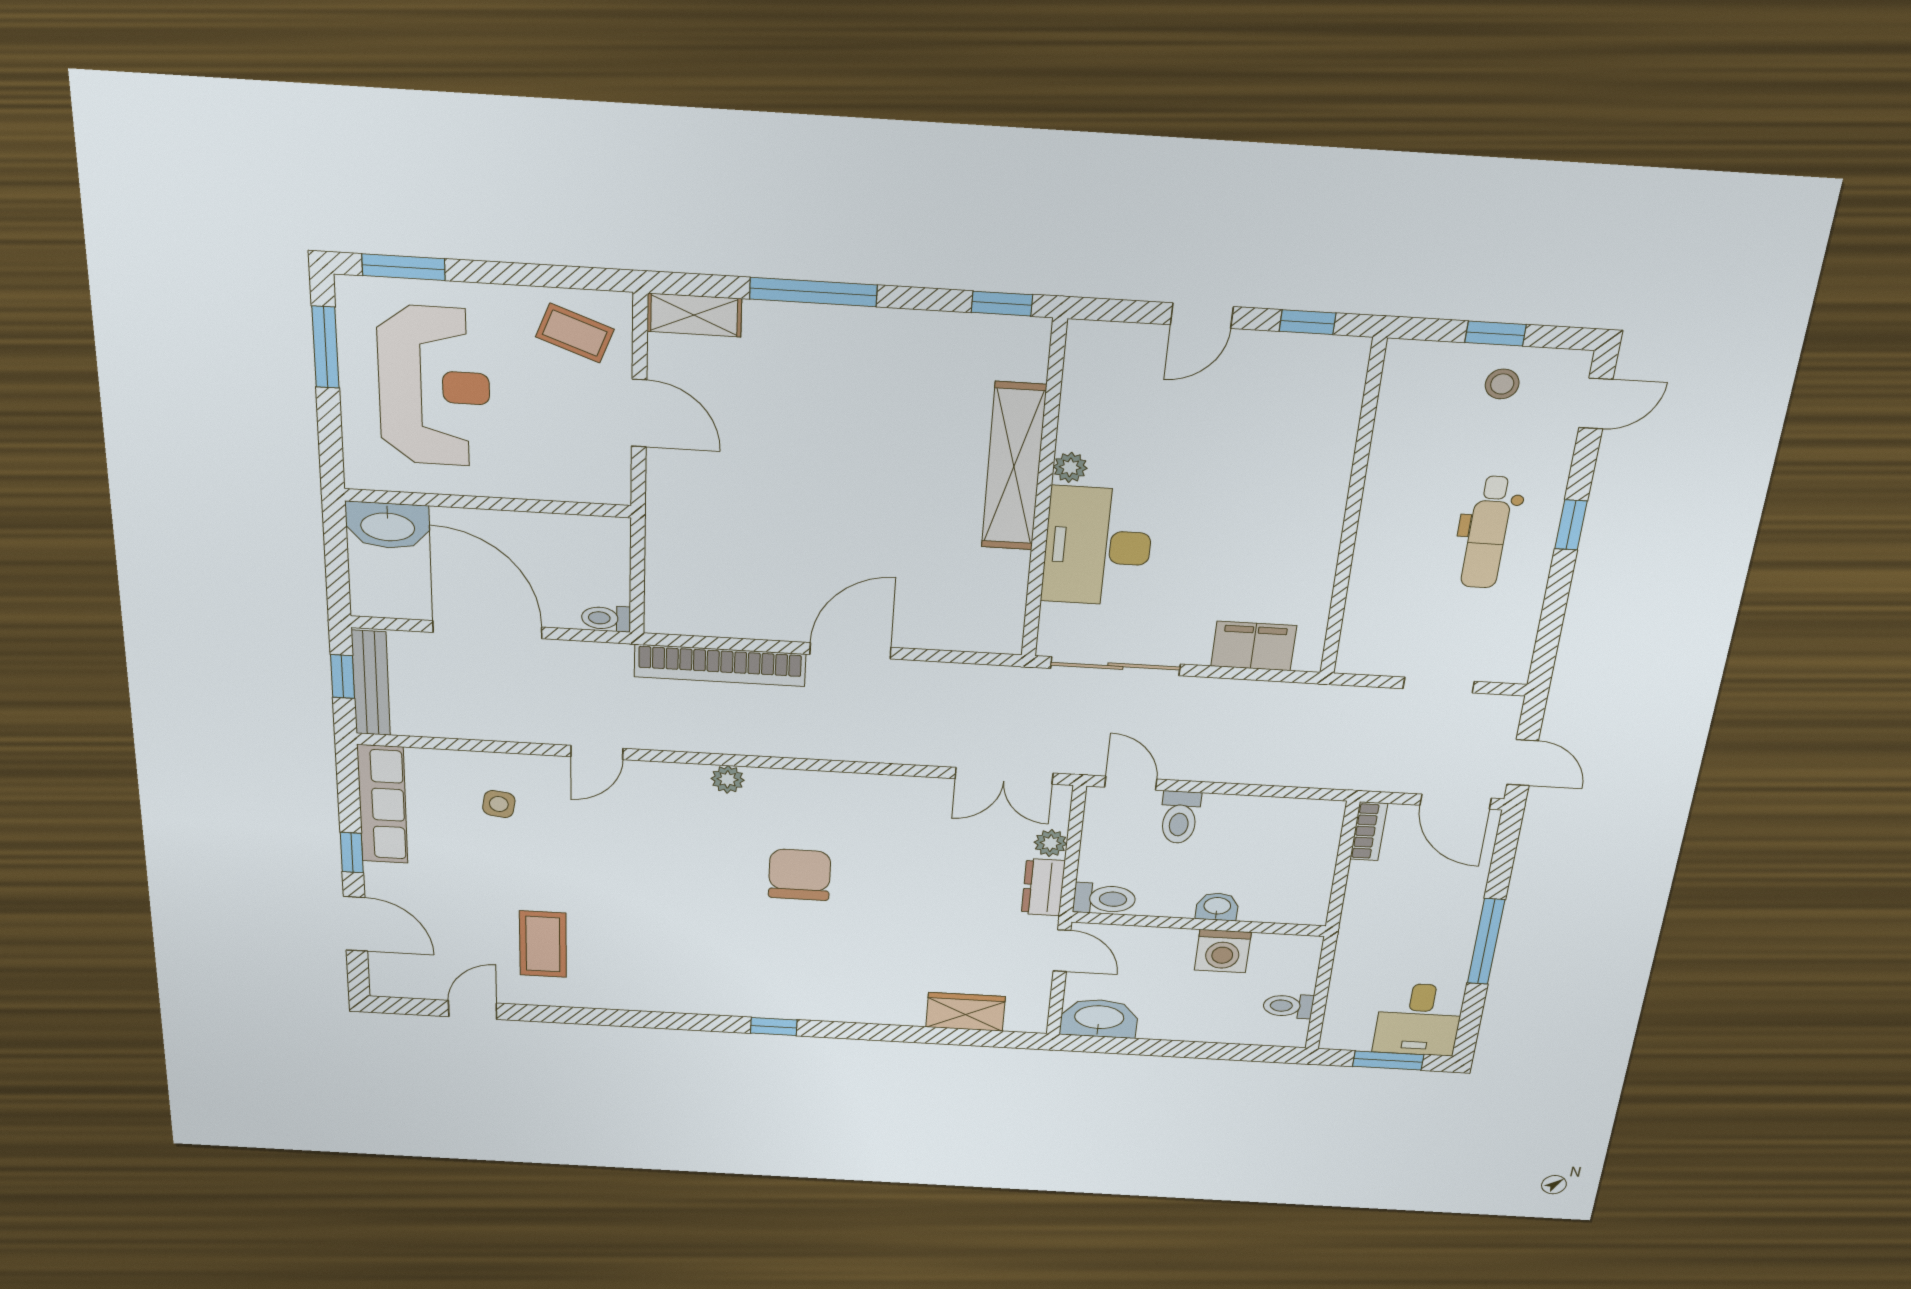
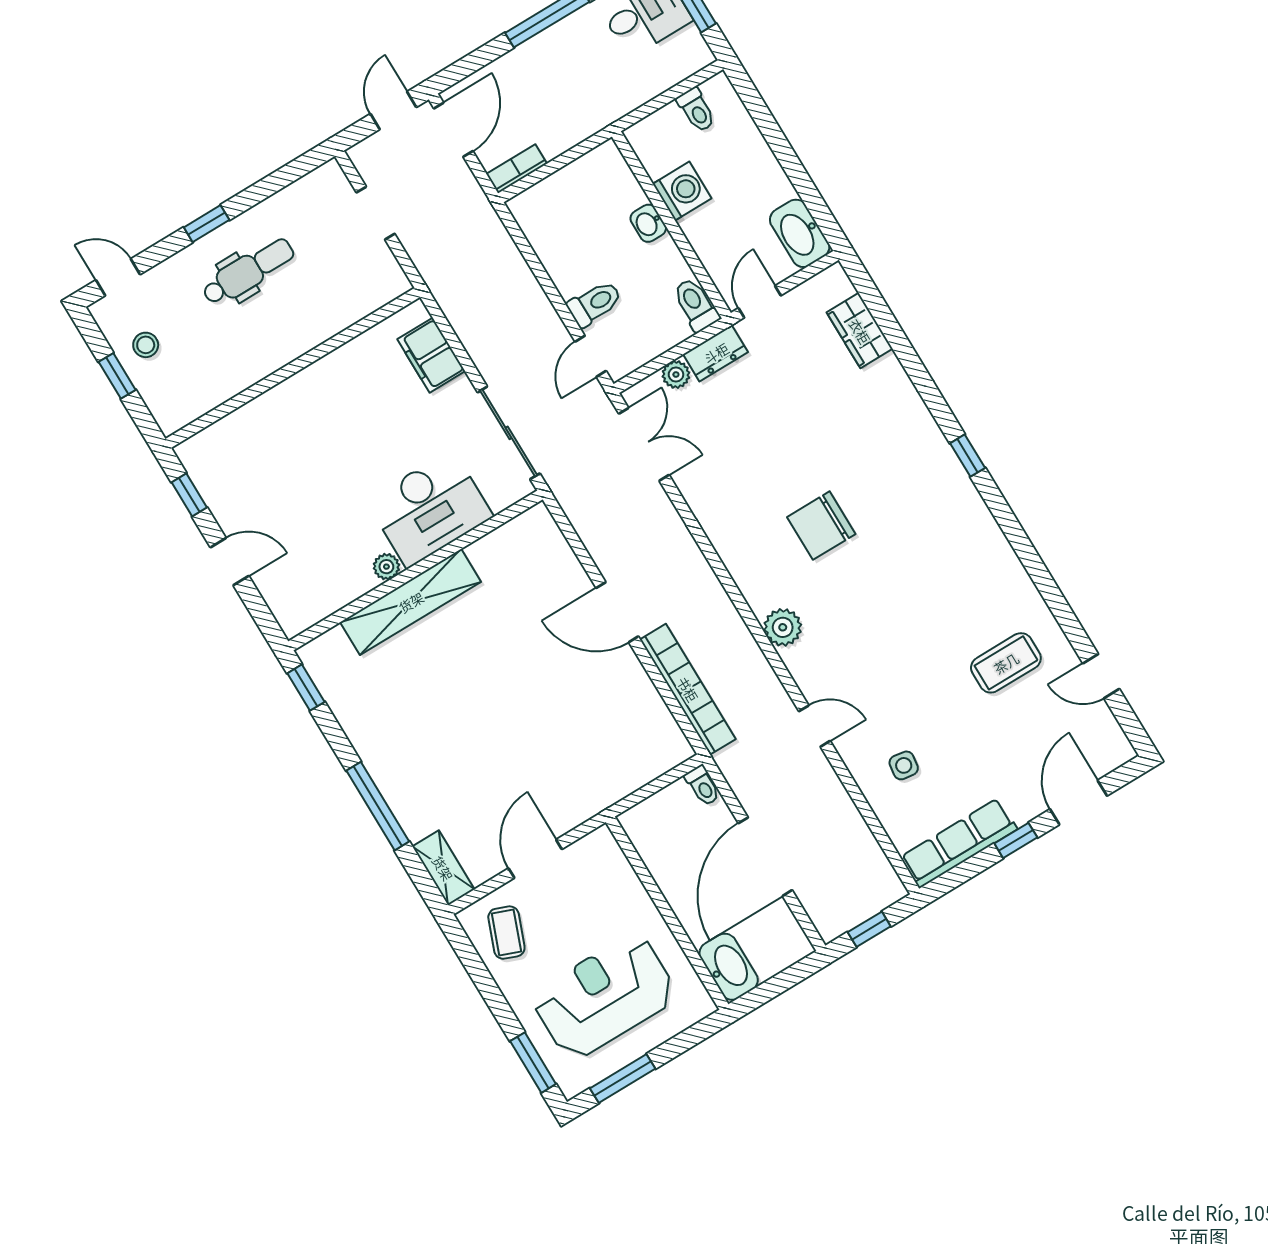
bench: (371, 683) -> (862, 908), removed
plant: (728, 779) -> (783, 627), width x1.38, depth x1.38

